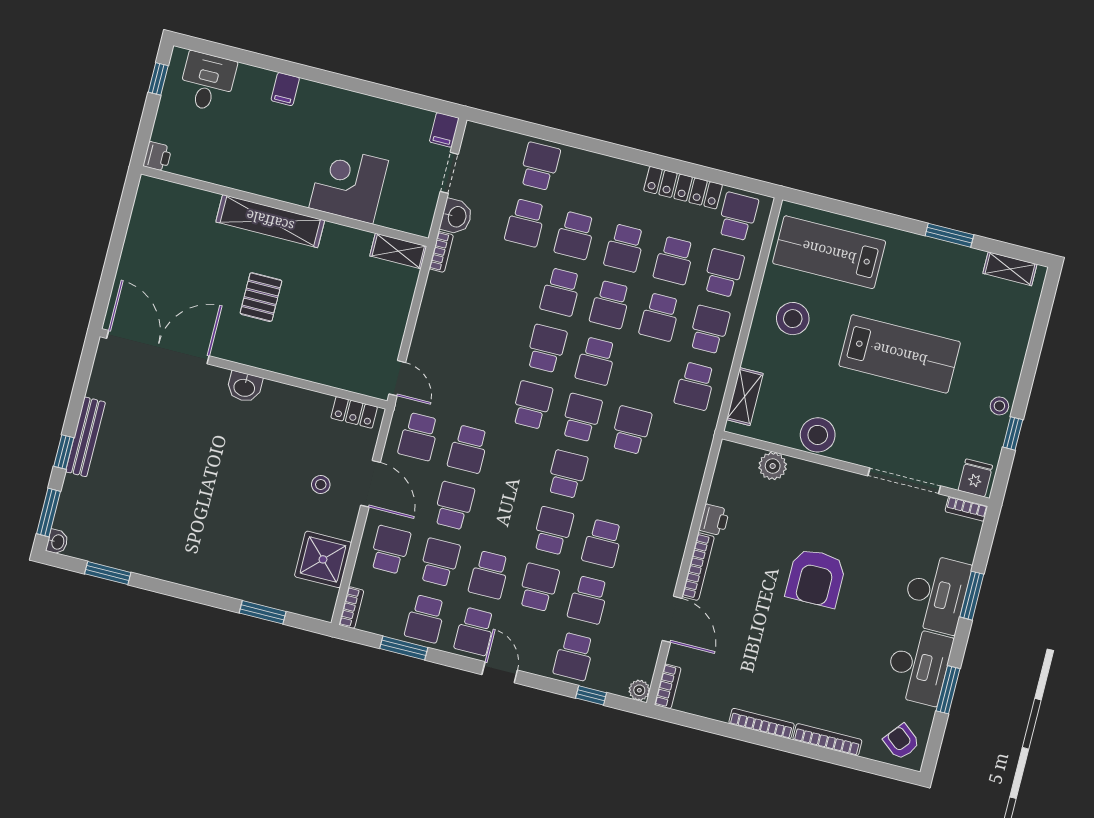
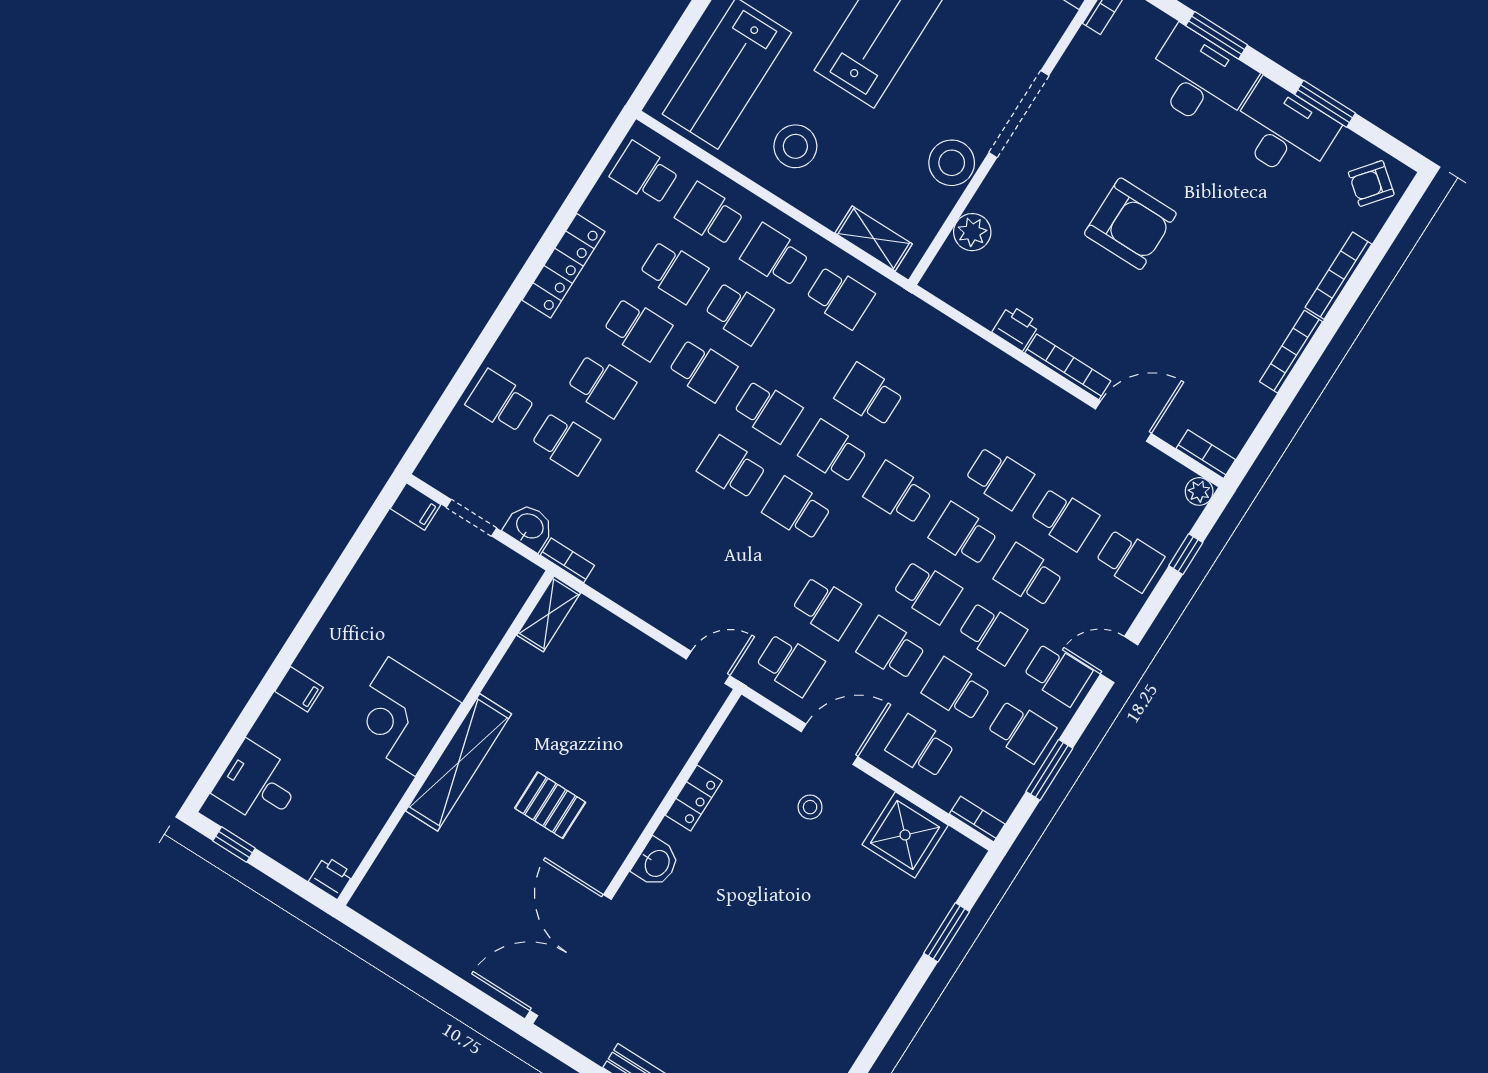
corner desk: (349, 184) -> (402, 716), moved
locker: (683, 188) -> (564, 266), moved
school desk: (561, 292) -> (927, 592), moved
locker: (354, 412) -> (694, 798), moved
doorway: (904, 481) -> (1019, 114), moved

